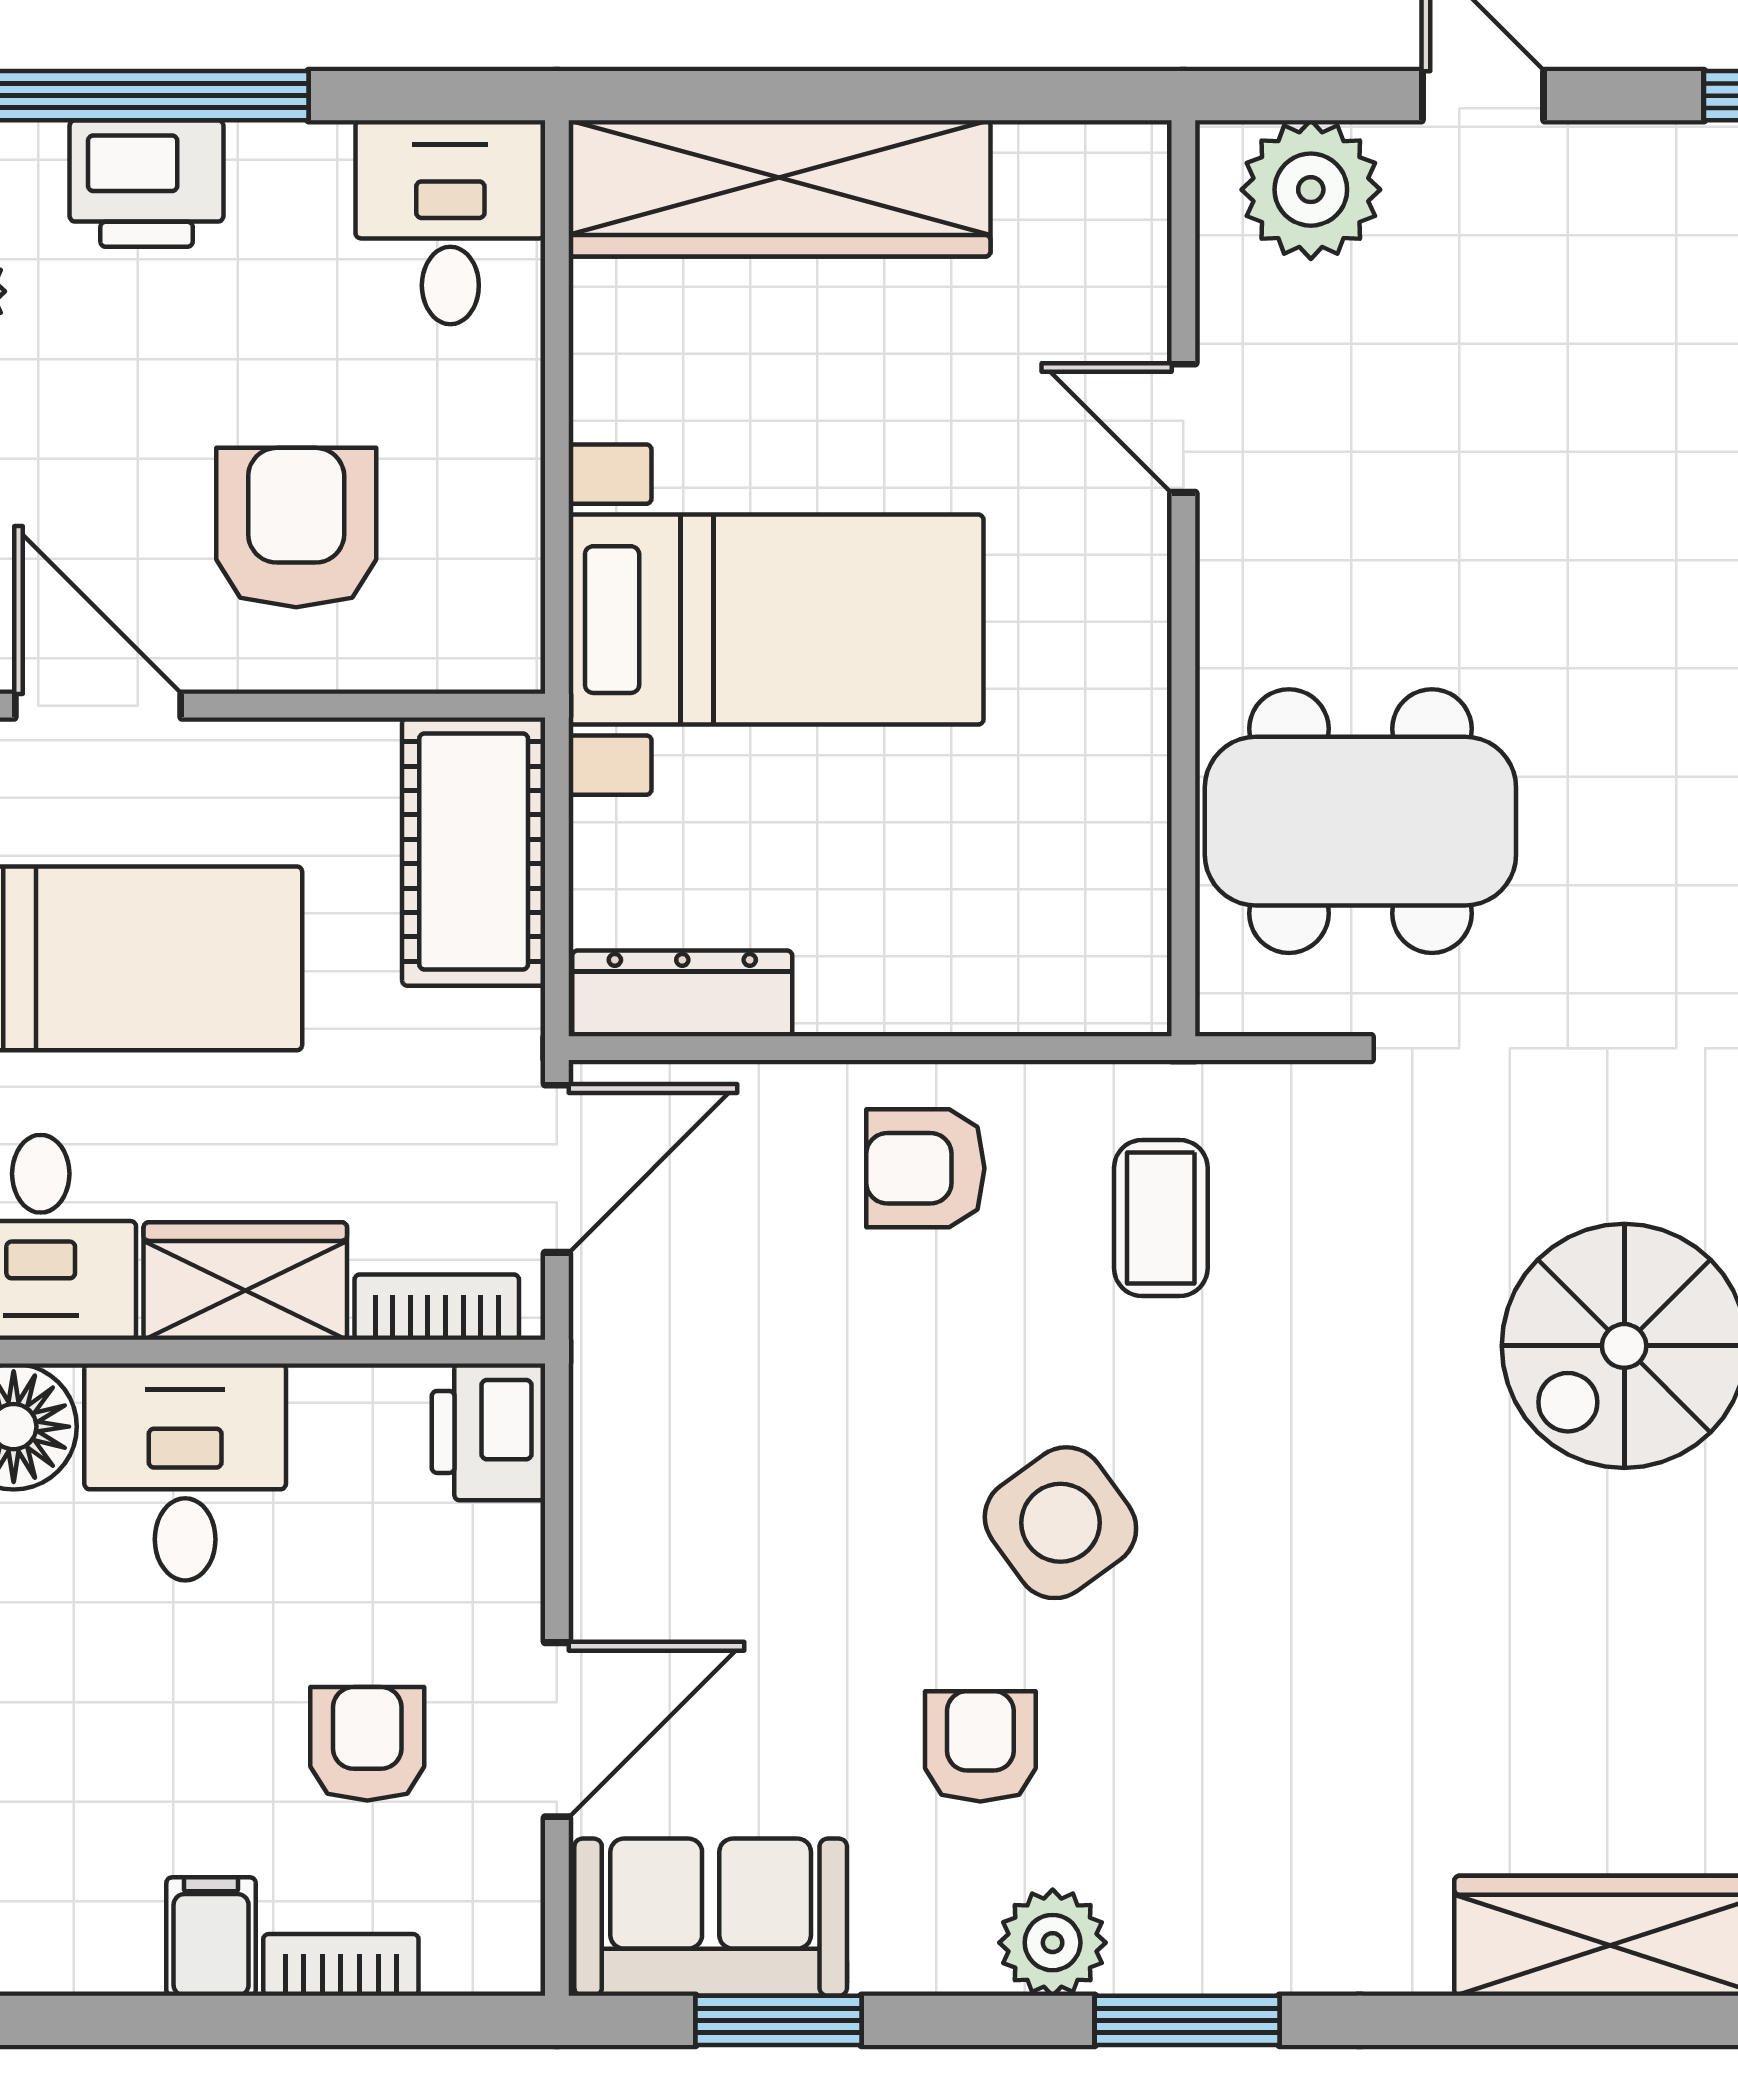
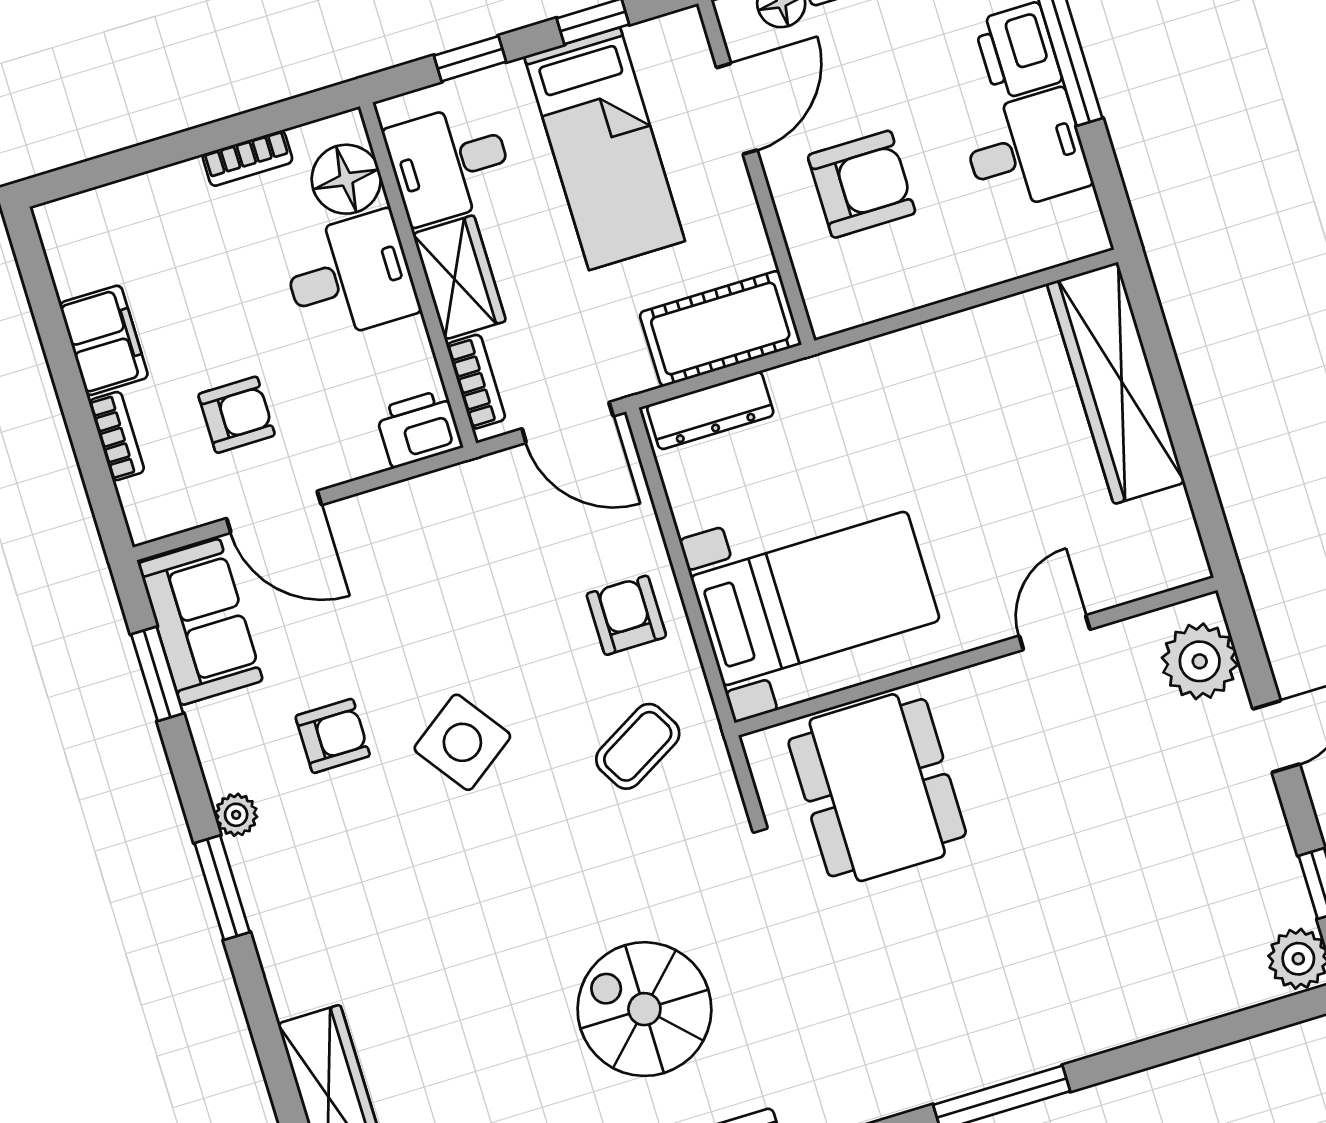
desk: (450, 222) -> (1026, 151), moved
bed with nightstands: (776, 620) -> (815, 598), moved, turned -90
dresser: (682, 993) -> (710, 410), moved, turned 90
coffee table: (1161, 1218) -> (638, 746), turned -30
filing cabinet: (211, 1937) -> (104, 340), width x2.00
plant: (1053, 1943) -> (236, 815), width x0.73, depth x0.73

